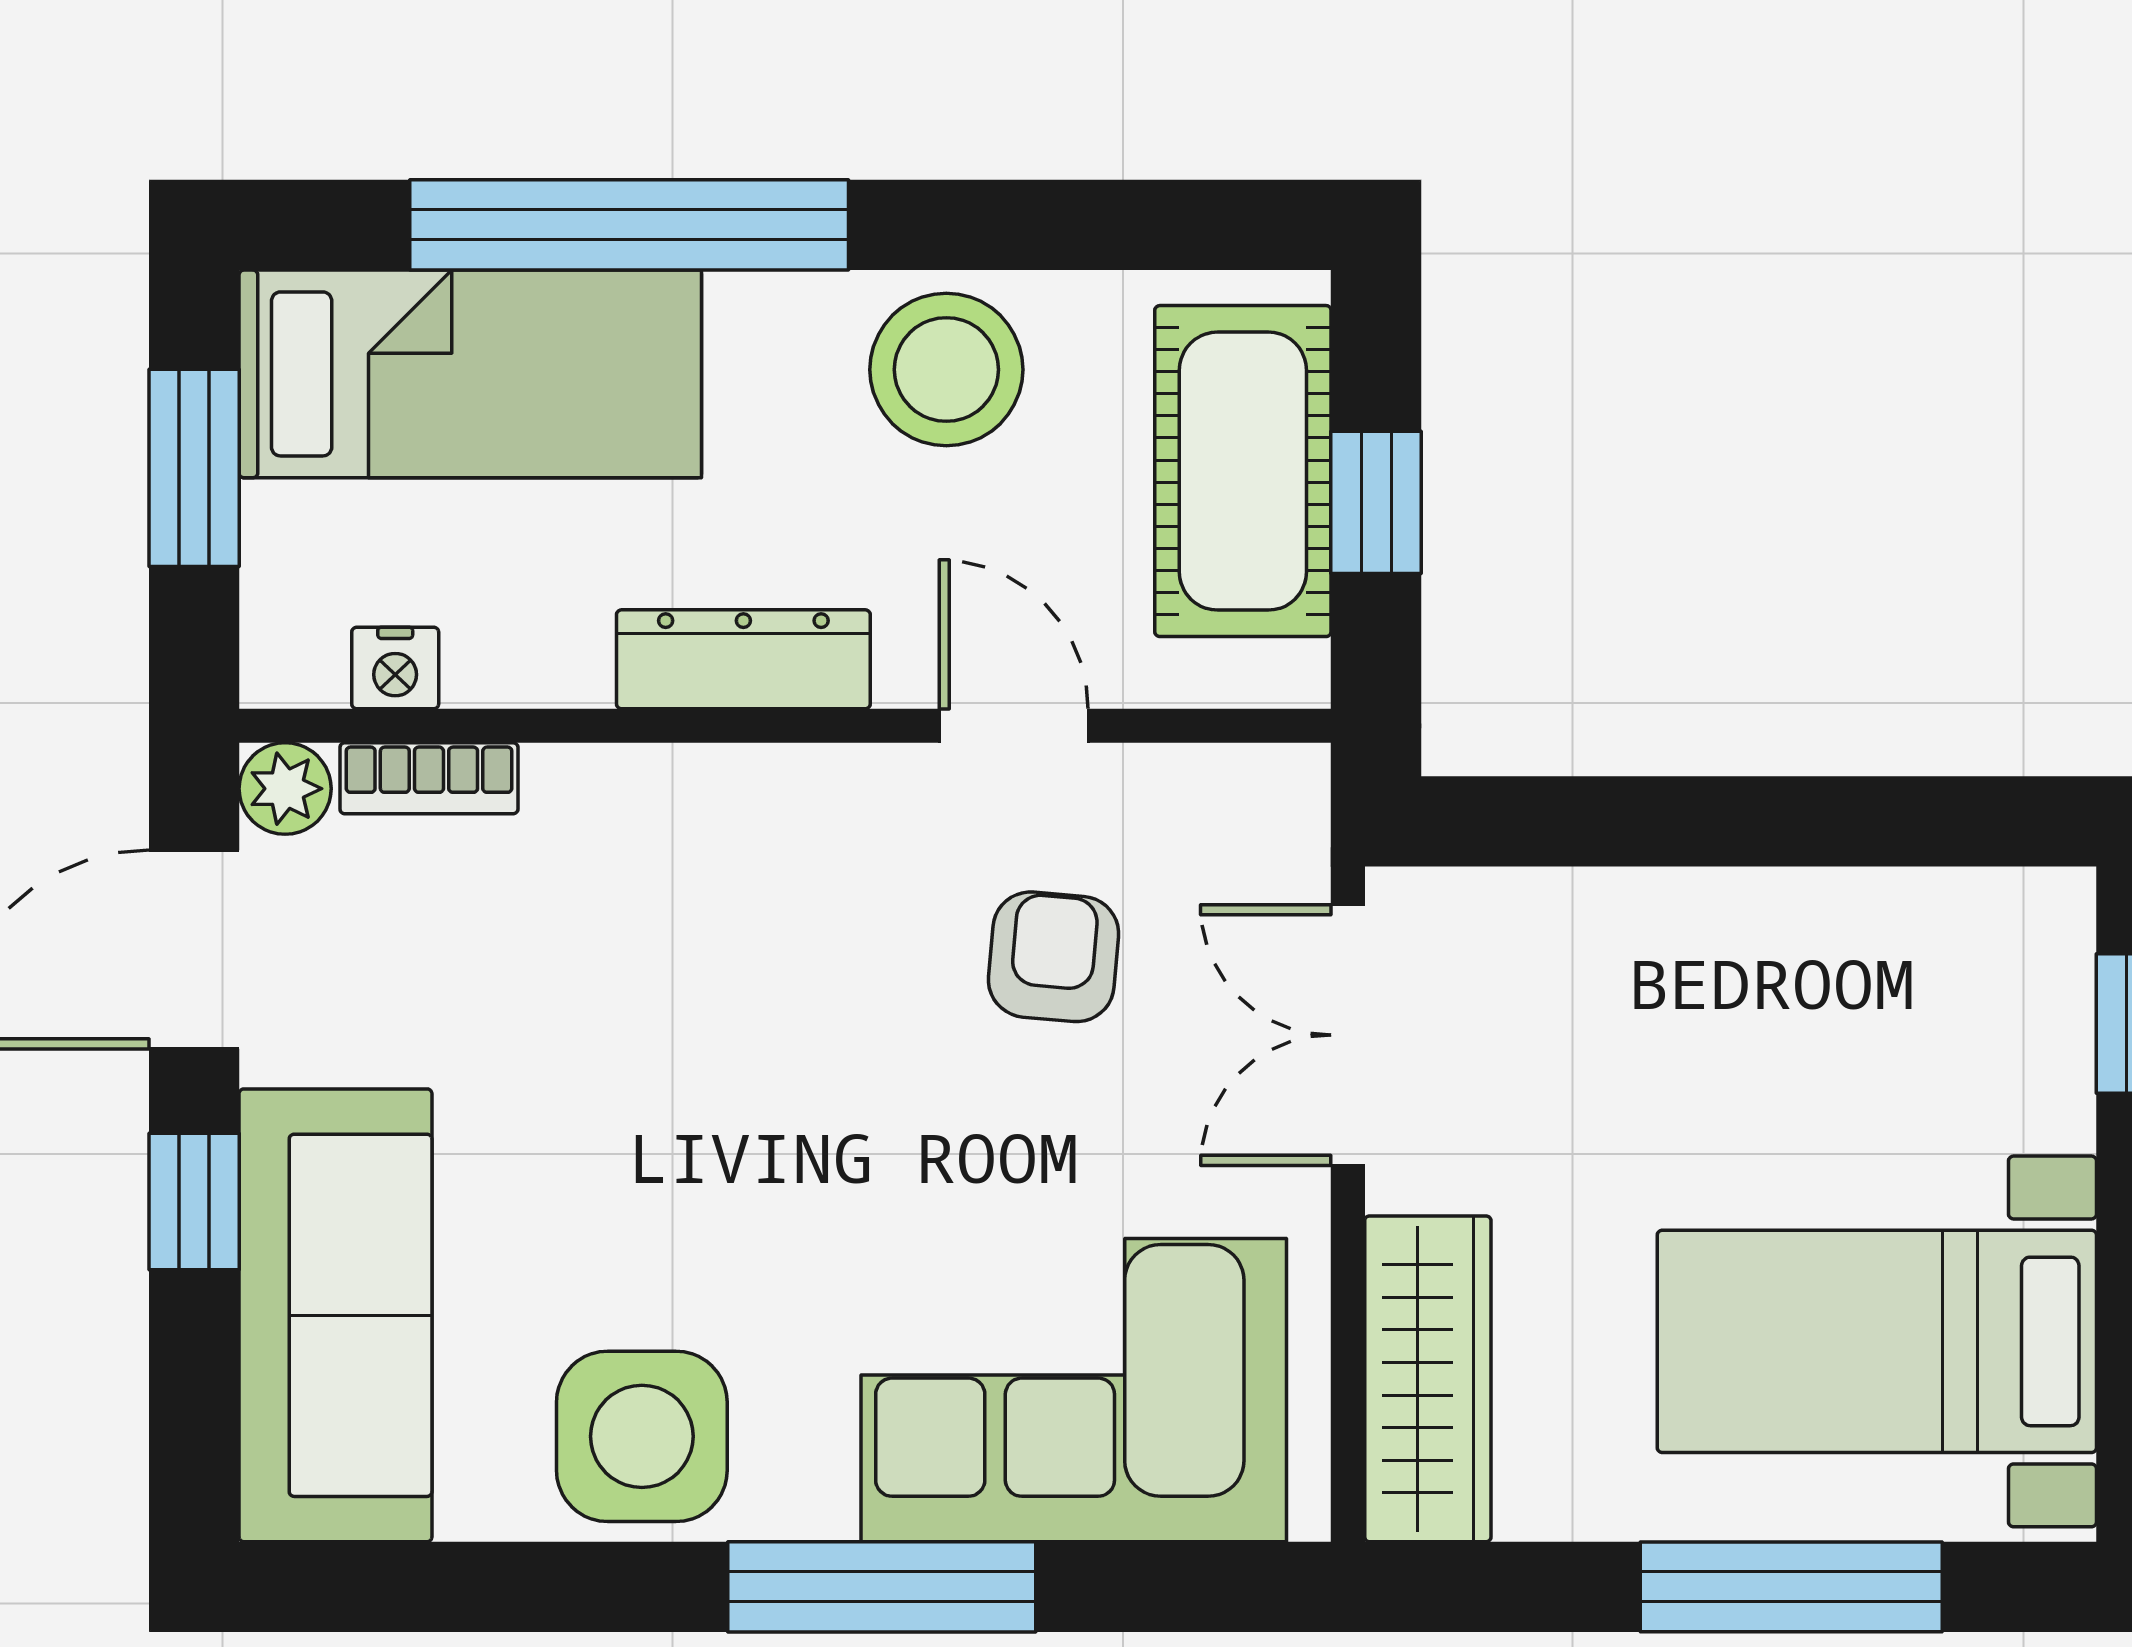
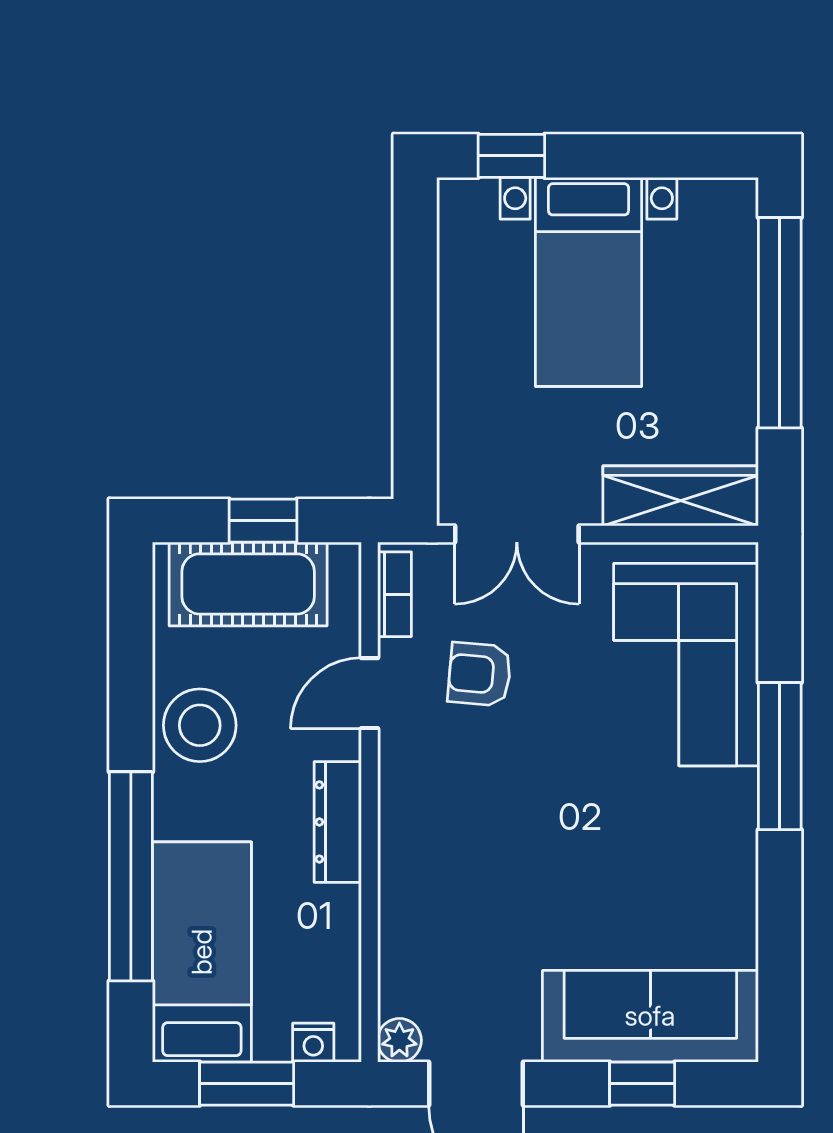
nightstand: (395, 668) -> (313, 1043), moved, turned 90
bookcase: (429, 778) -> (395, 594), moved
window: (194, 1201) -> (642, 1084), moved
bed with nightstands: (1877, 1341) -> (589, 282), moved
side table: (642, 1436) -> (708, 870), removed
window: (1791, 1587) -> (780, 323), width x1.46

